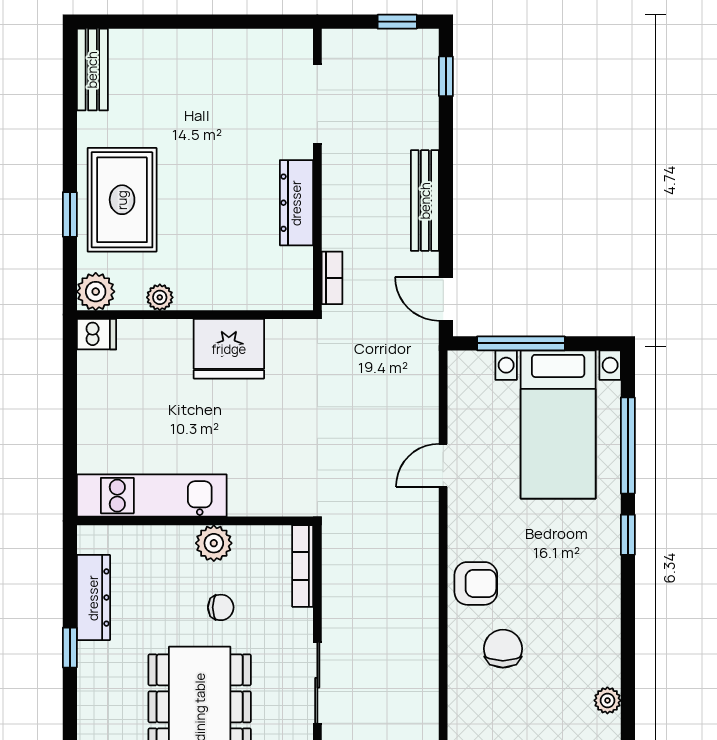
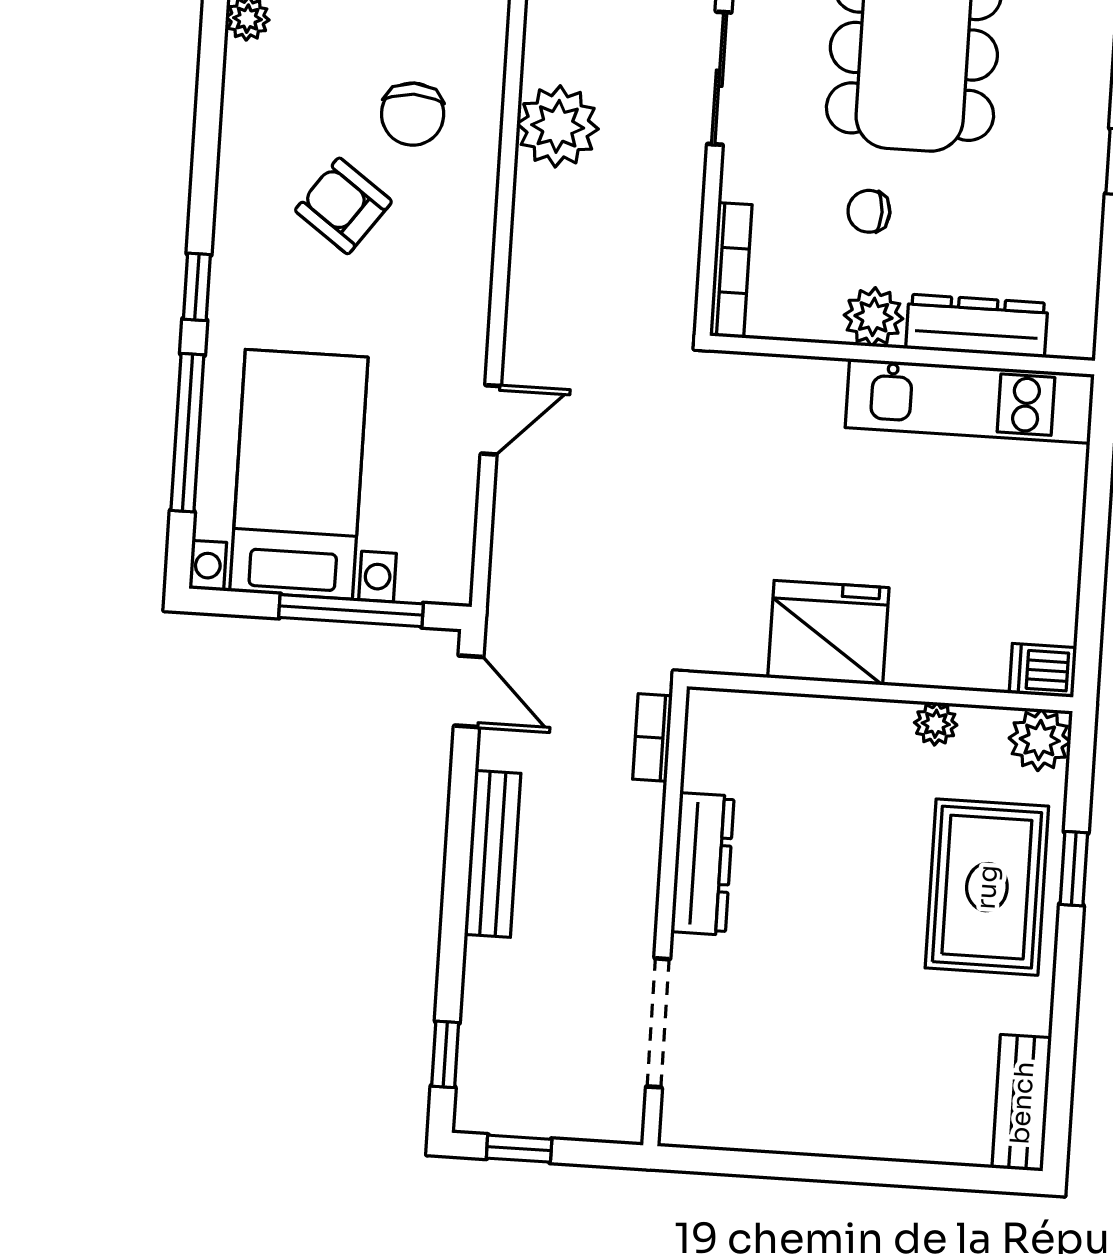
armchair: (476, 583) -> (343, 206), moved, turned 36
dresser: (93, 598) -> (977, 326), moved, turned 90
plant: (414, 647) -> (558, 126), added

